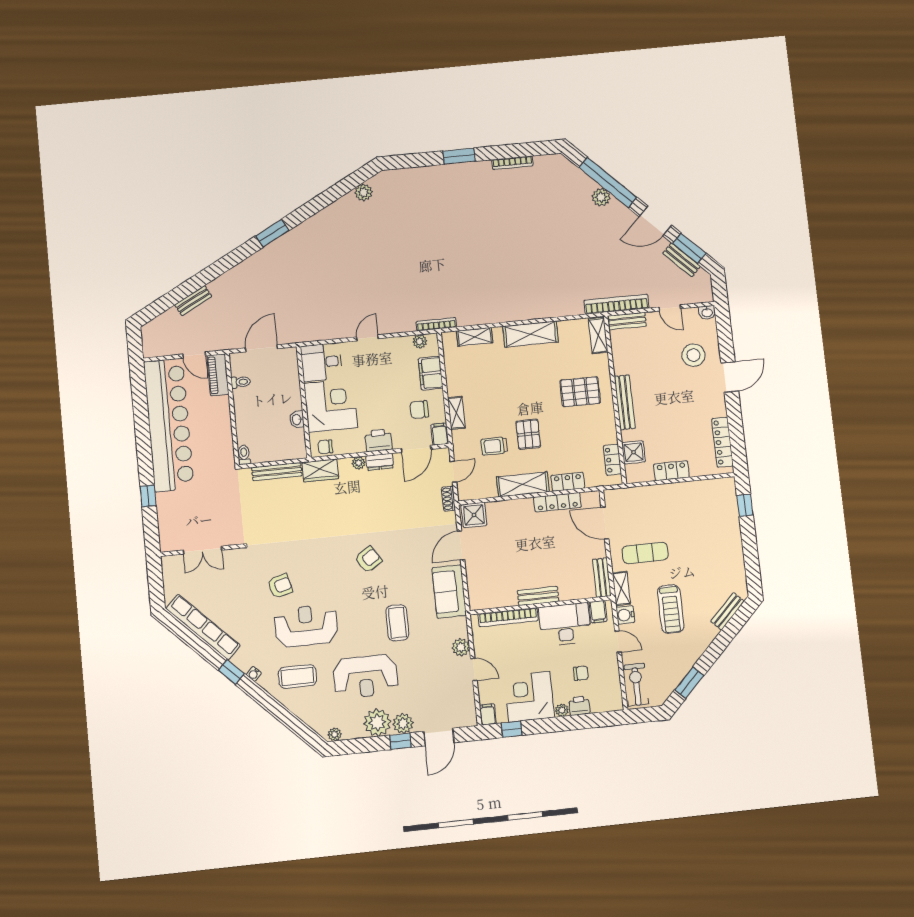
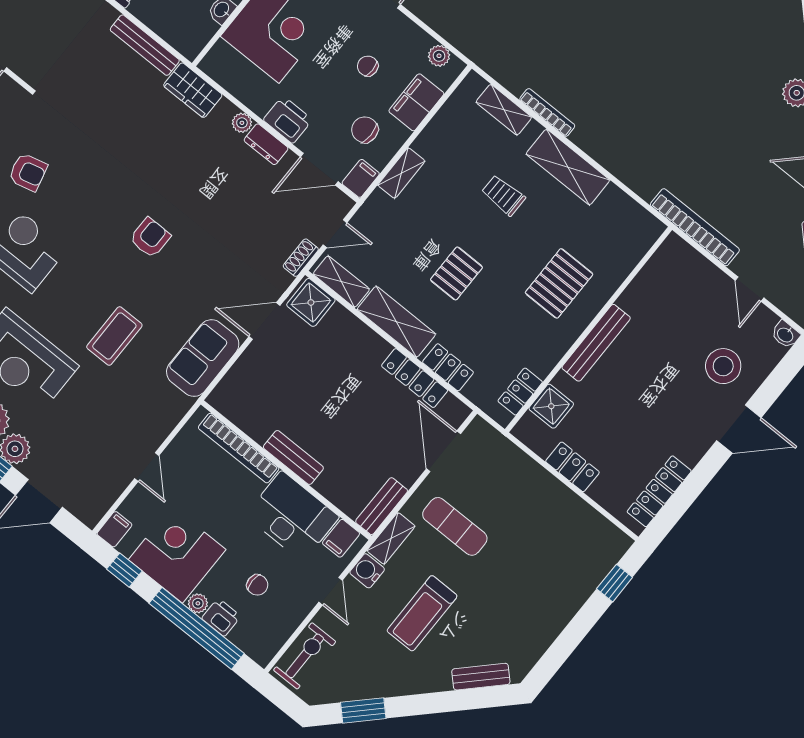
bench: (627, 321) -> (688, 257), removed
bookcase: (436, 324) -> (547, 113), moved
shelving: (598, 335) -> (341, 282), moved, turned 90
pallet: (580, 392) -> (559, 283), turned 90
trolley: (494, 446) -> (503, 195), moved
chair: (325, 447) -> (368, 66), moved
armchair: (368, 559) -> (150, 238), turned -57
plant: (461, 647) -> (156, 429), removed
window: (573, 723) -> (197, 628), added

